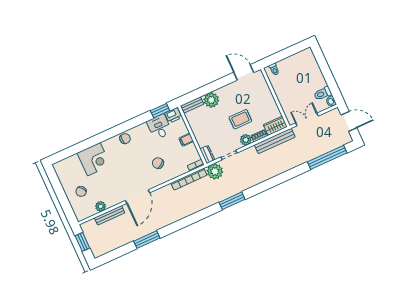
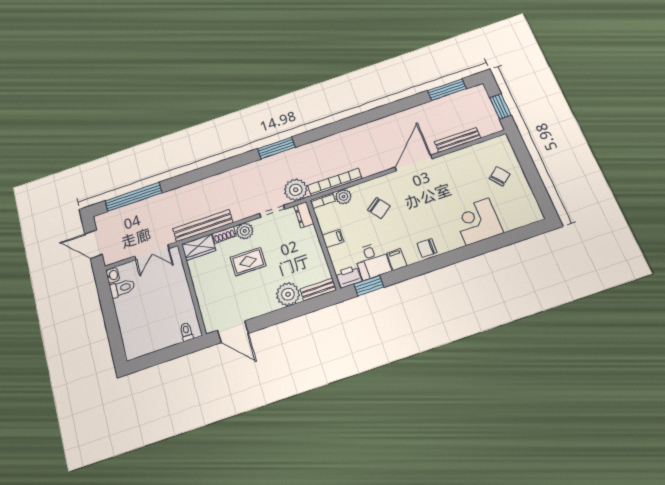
filing cabinet: (144, 129) -> (397, 260), added
plant: (101, 206) -> (343, 197), moved
window: (147, 240) -> (447, 90), moved

